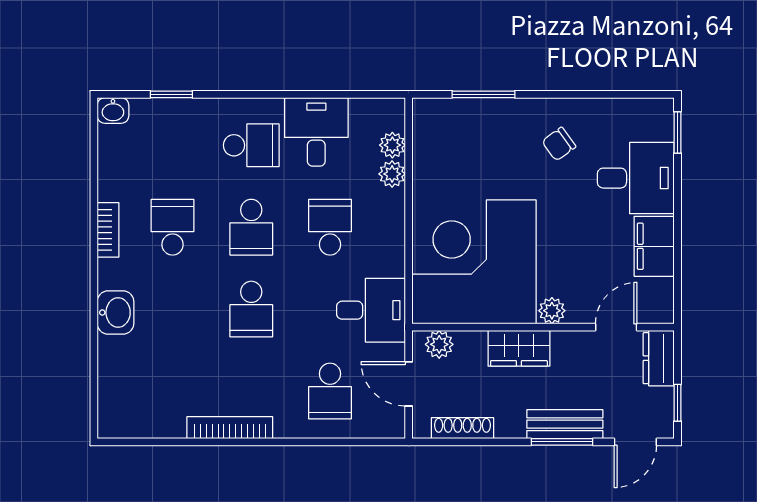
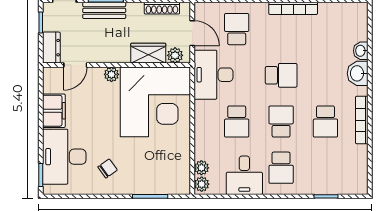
washbasin: (113, 110) -> (361, 51), moved, turned -90
school desk: (251, 145) -> (281, 168), turned -90
plant: (392, 174) -> (202, 184), moved
desk: (636, 178) -> (64, 157), width x1.37
bookcase: (108, 230) -> (362, 120), width x1.56
school desk: (251, 309) -> (281, 75), turned 90
desk: (371, 310) -> (214, 75), width x1.37
wardrobe: (519, 348) -> (148, 53), moved

